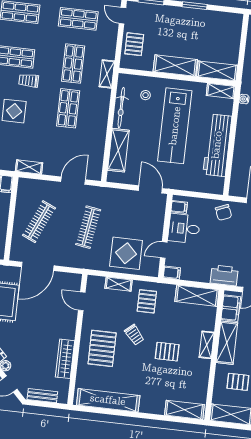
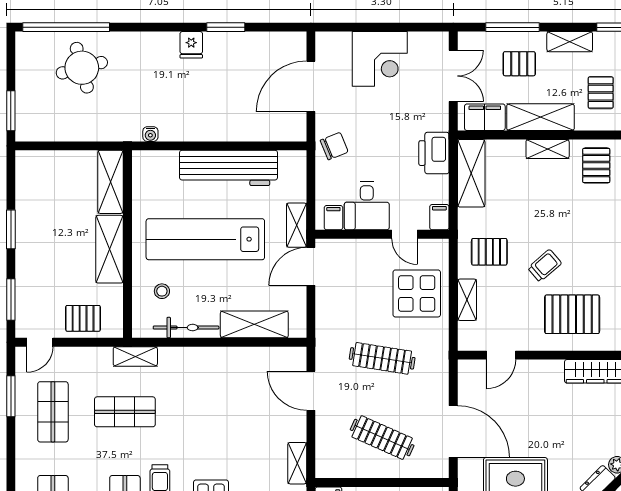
shelving: (221, 91) -> (297, 225), moved
shop shelf: (68, 108) -> (197, 412), removed
lab bench: (175, 126) -> (205, 239), turned 180
printer: (224, 275) -> (434, 153), moved
pallet: (167, 352) -> (596, 165), moved

